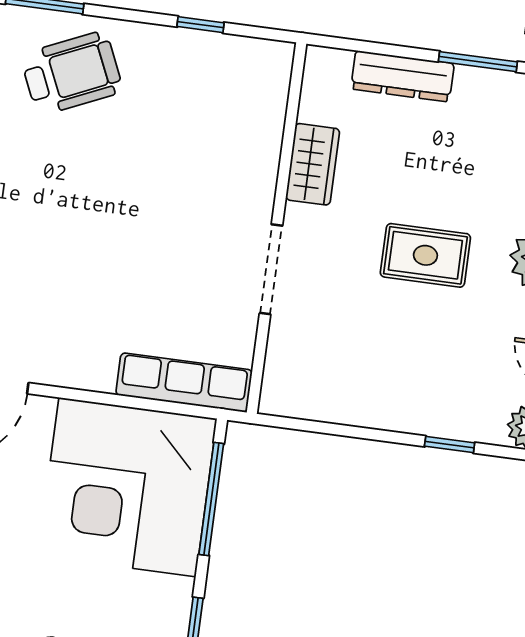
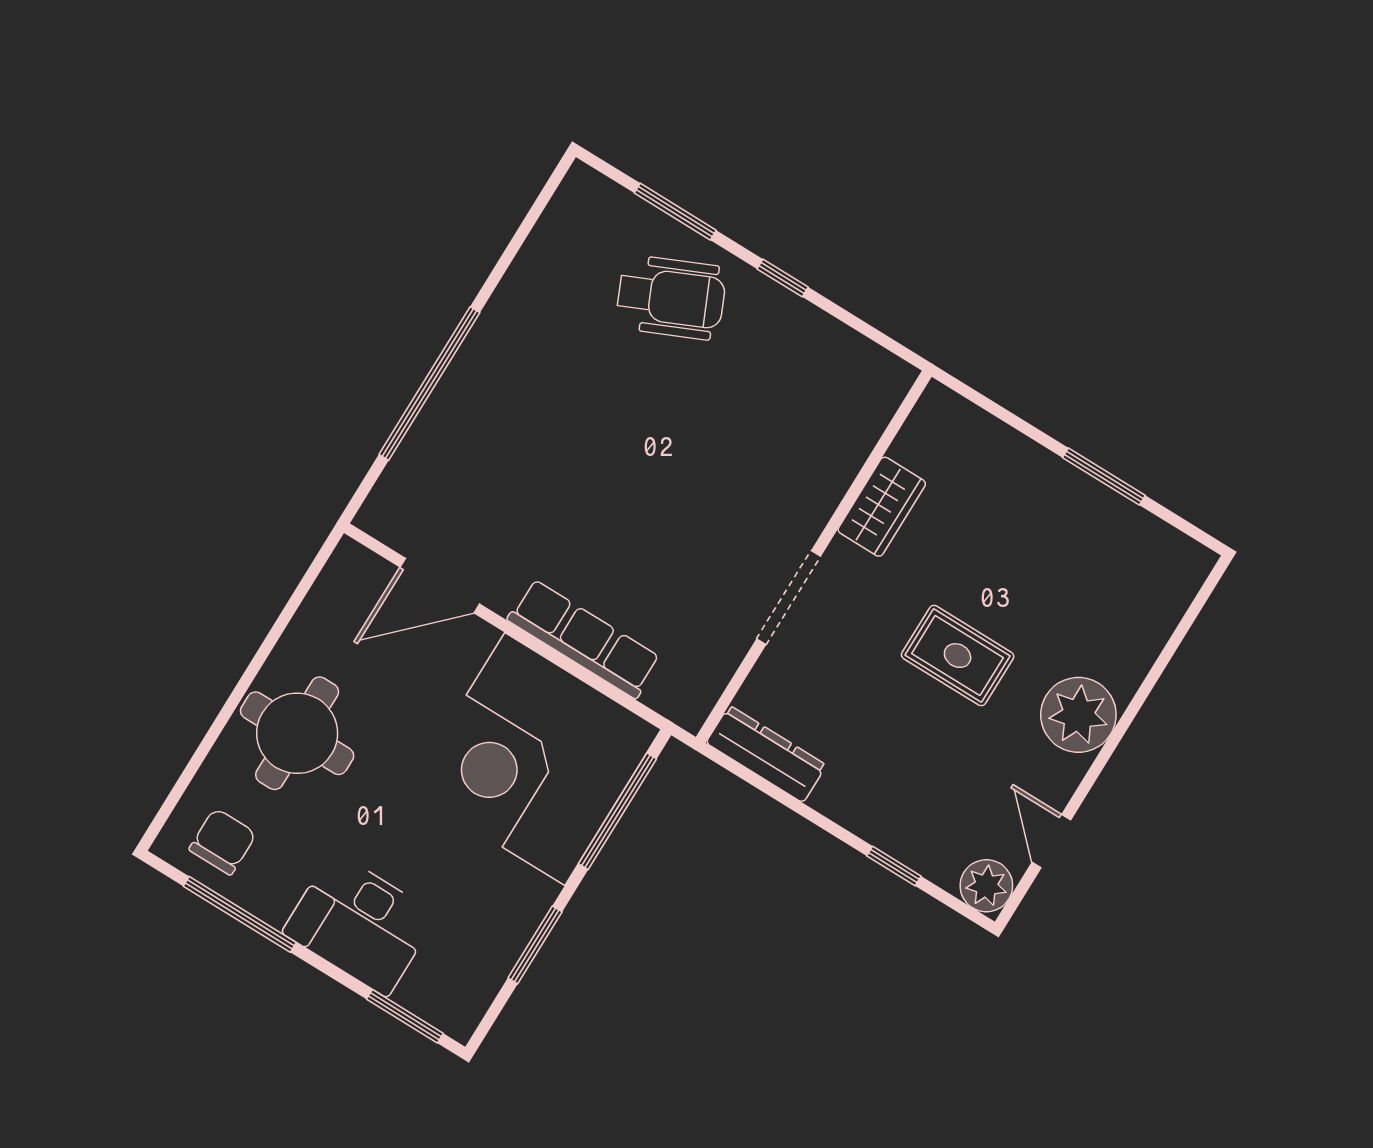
window: (200, 25) -> (783, 278), moved
dresser: (402, 76) -> (766, 754), moved, turned 180
row of seats: (184, 382) -> (584, 639), moved

